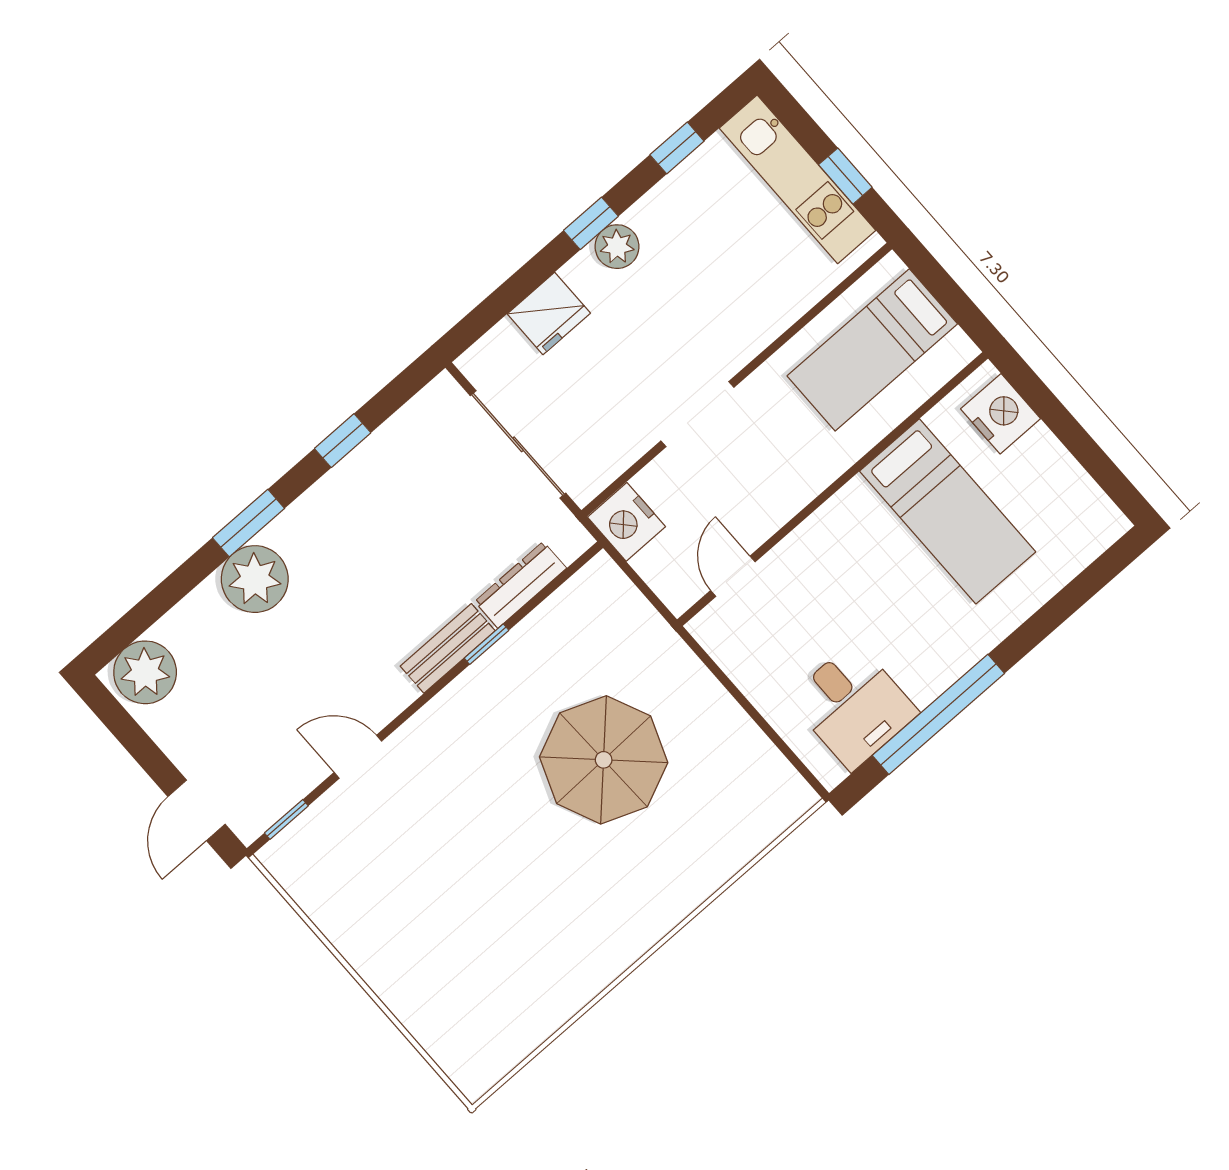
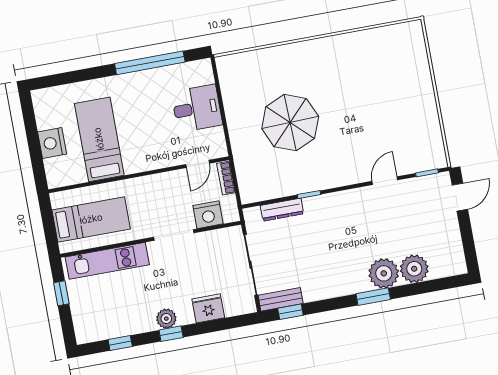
kitchen unit: (797, 179) -> (107, 261), moved, turned 90
nightstand: (1001, 414) -> (52, 143), moved
window: (343, 441) -> (290, 312), moved
nightstand: (627, 522) -> (208, 215), moved, turned 90
bookcase: (663, 581) -> (226, 178), added
bench: (448, 648) -> (281, 299), moved
plant: (145, 672) -> (414, 269), moved
desk: (853, 706) -> (197, 108), moved, turned 90
door: (358, 757) -> (385, 181), swing flipped

